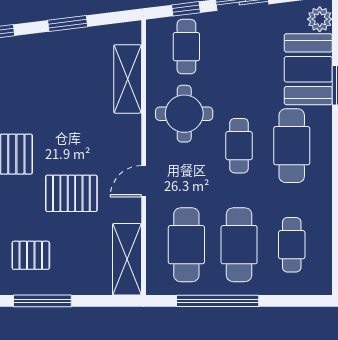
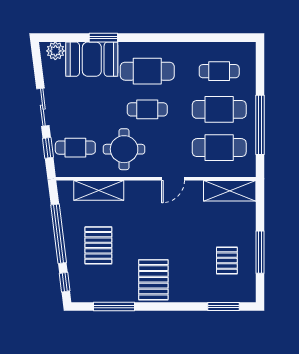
window: (68, 24) -> (59, 234), width x2.11
door: (144, 181) -> (173, 179), hinge flipped
pallet: (71, 193) -> (98, 245), moved

